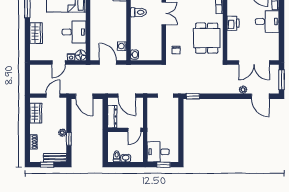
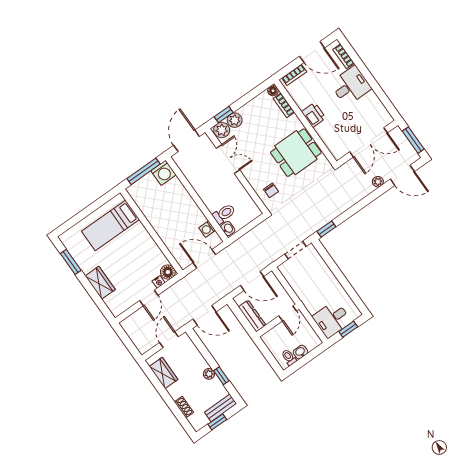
toilet: (138, 12) -> (224, 214), moved
desk: (74, 32) -> (142, 251), removed
dining table: (207, 38) -> (296, 153), turned 90

